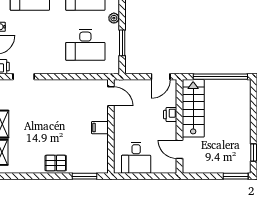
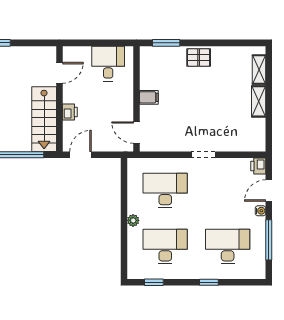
window: (122, 43) -> (124, 193), removed
doorway: (24, 77) -> (203, 155), moved
door: (179, 149) -> (59, 73), hinge flipped

